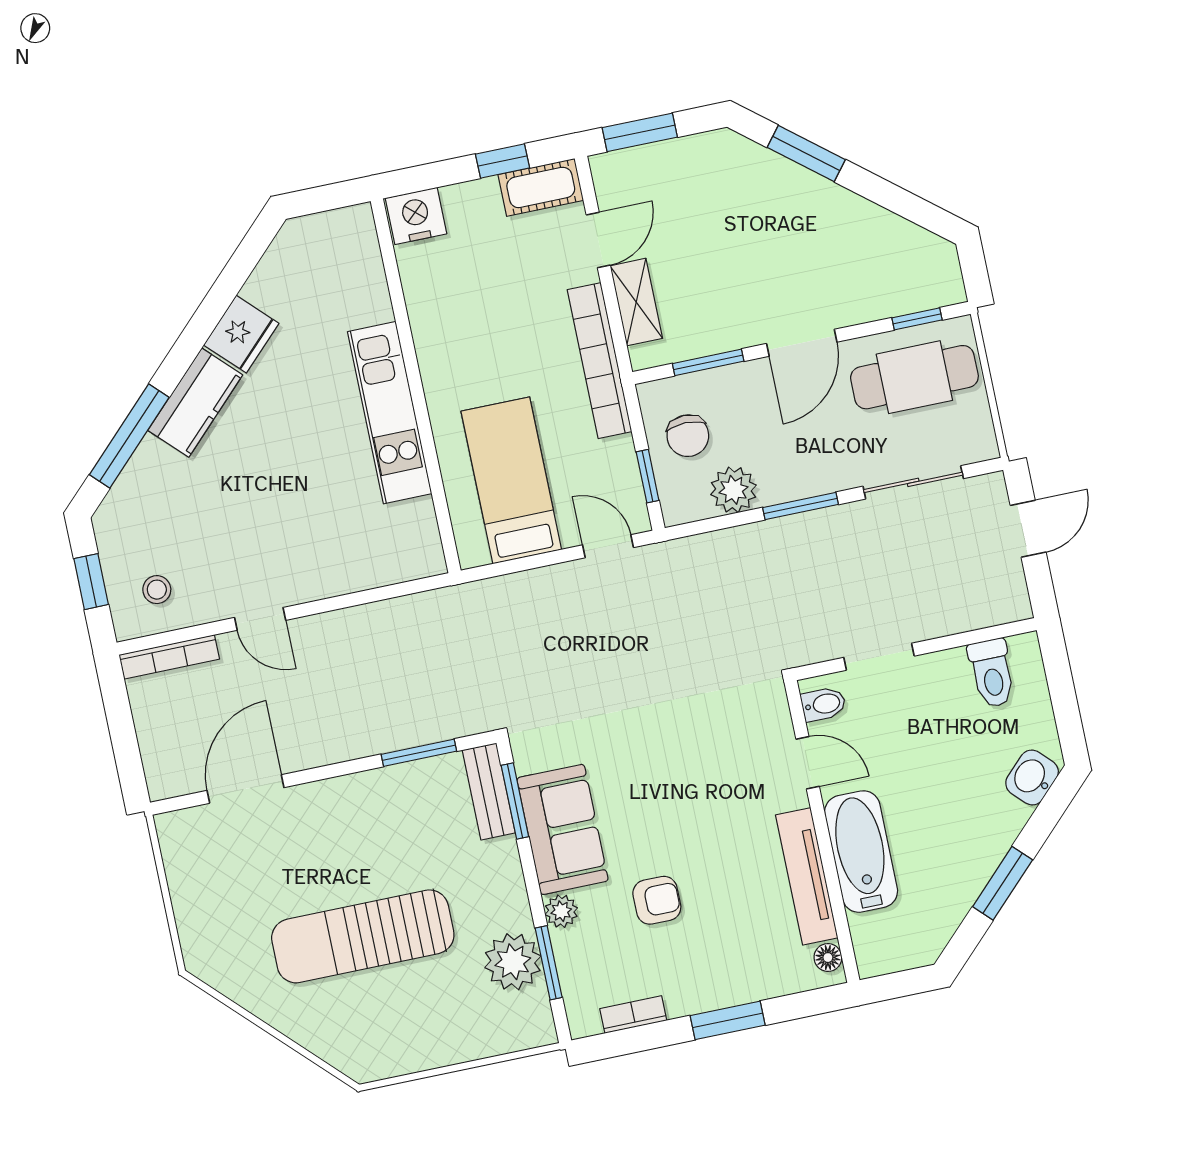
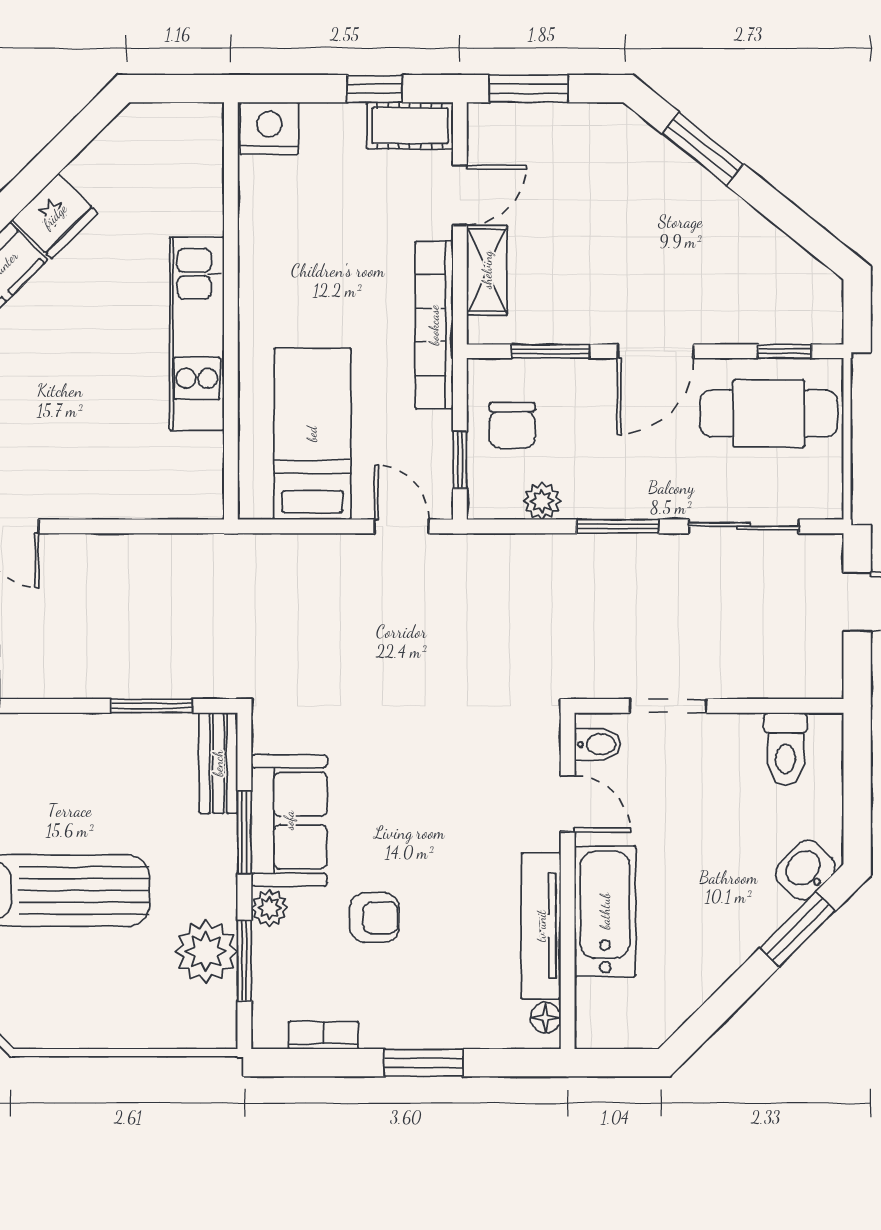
plant: (733, 490) -> (542, 501), width x0.73, depth x0.73
window: (515, 801) -> (244, 832), moved
window: (1003, 883) -> (798, 929), moved

